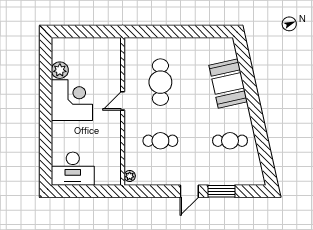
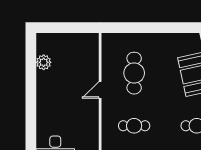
corner desk: (72, 100) -> (54, 89), removed

